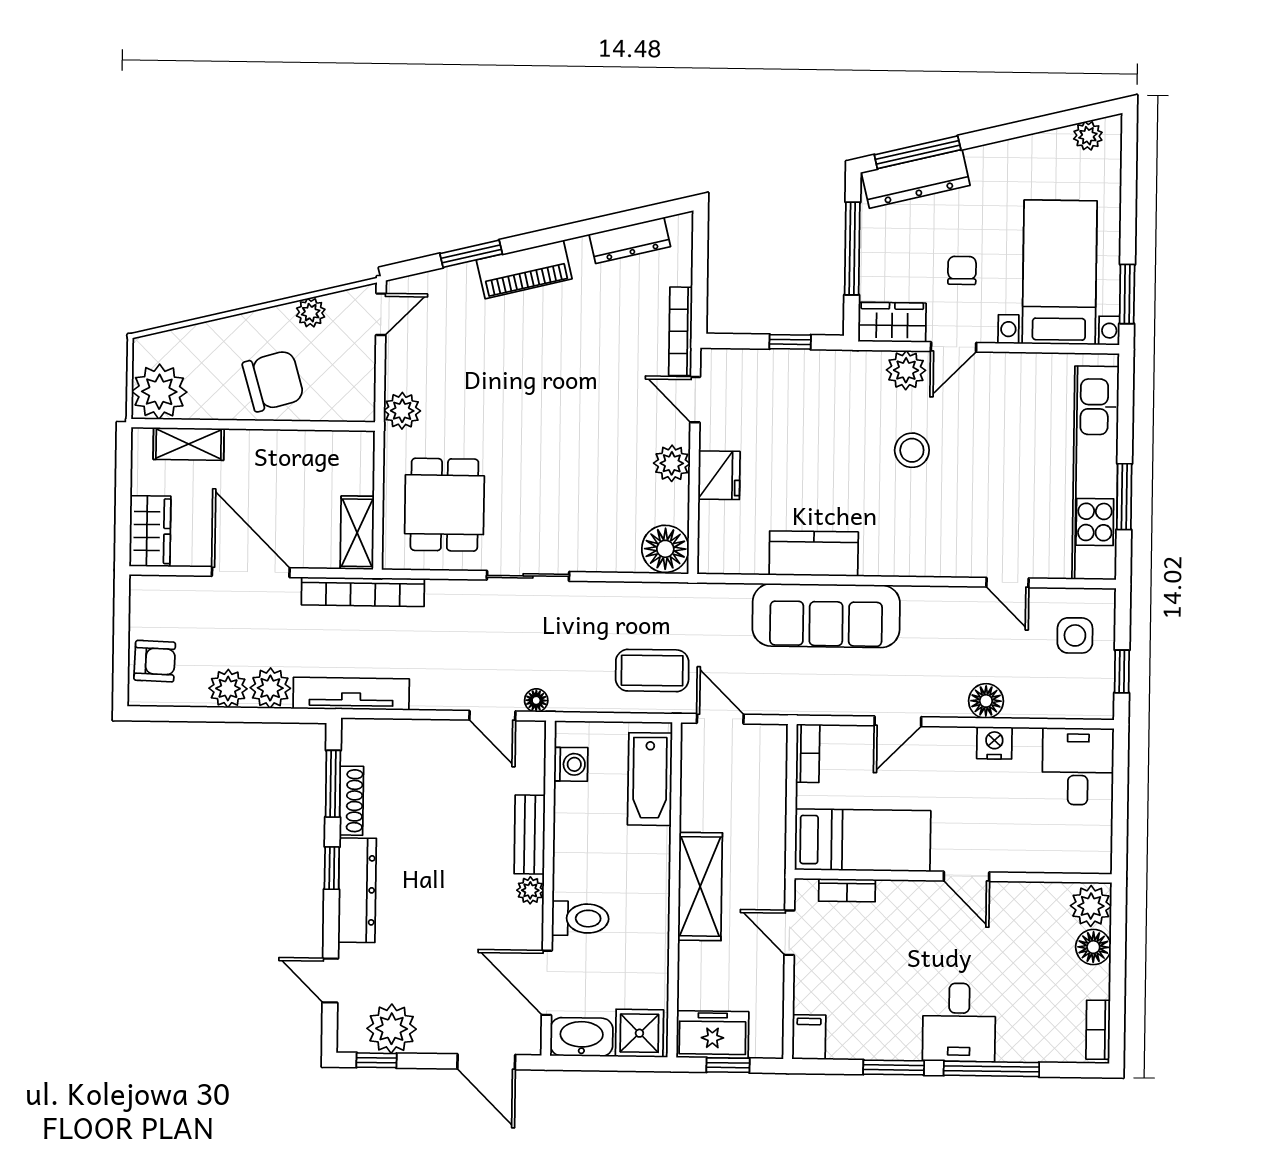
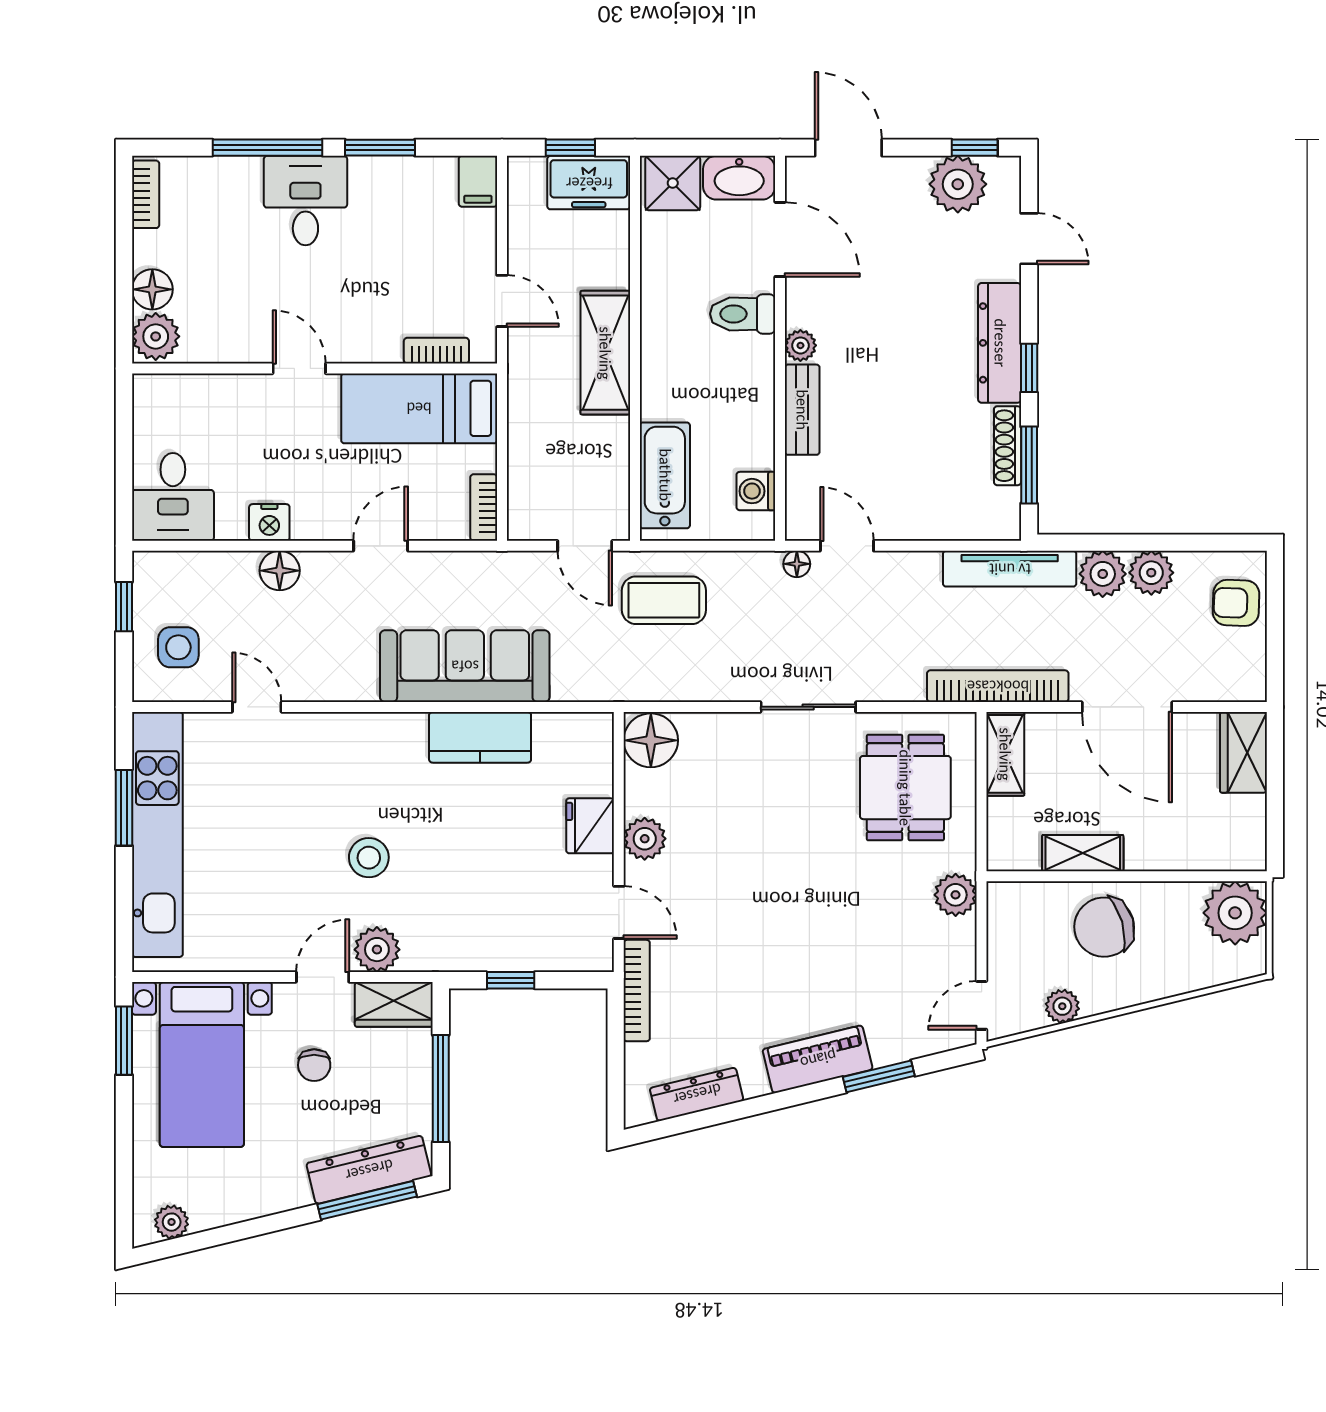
shelving: (189, 444) -> (1083, 853), moved

